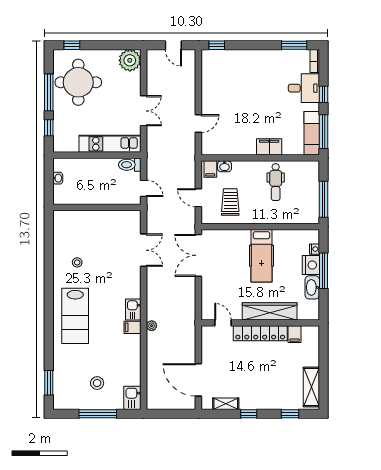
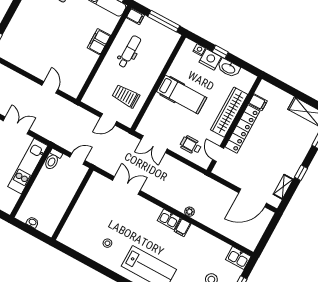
washbasin: (224, 166) -> (95, 85), removed
filing cabinet: (210, 169) -> (135, 16), moved
dental chair: (276, 182) -> (129, 52), turned -90
double door: (198, 255) -> (154, 144), width x0.73
window: (324, 271) -> (220, 52), width x0.46
wheelchair: (217, 291) -> (191, 145), added
door: (223, 323) -> (218, 154), hinge flipped

